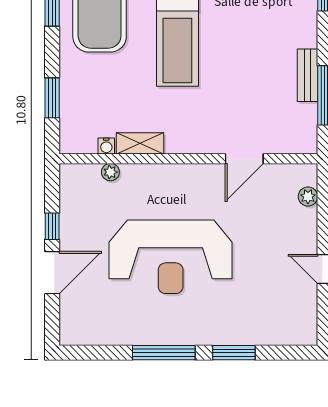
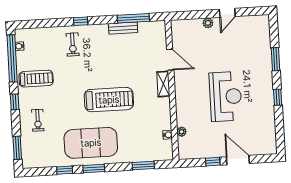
shelving: (140, 143) -> (163, 84), moved
plant: (308, 197) -> (208, 23), moved
reception desk: (171, 257) -> (226, 97), width x0.74, depth x0.77
window: (164, 353) -> (278, 97), width x0.46

